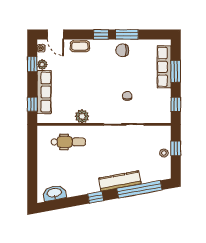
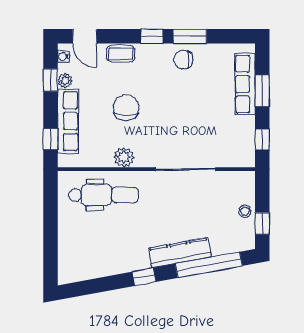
chair: (127, 96) -> (126, 108), moved, width x1.87, depth x1.87
dental chair: (68, 142) -> (103, 195), width x1.36, depth x1.38
window: (176, 148) -> (262, 223), moved
washbasin: (54, 193) -> (83, 270), removed

